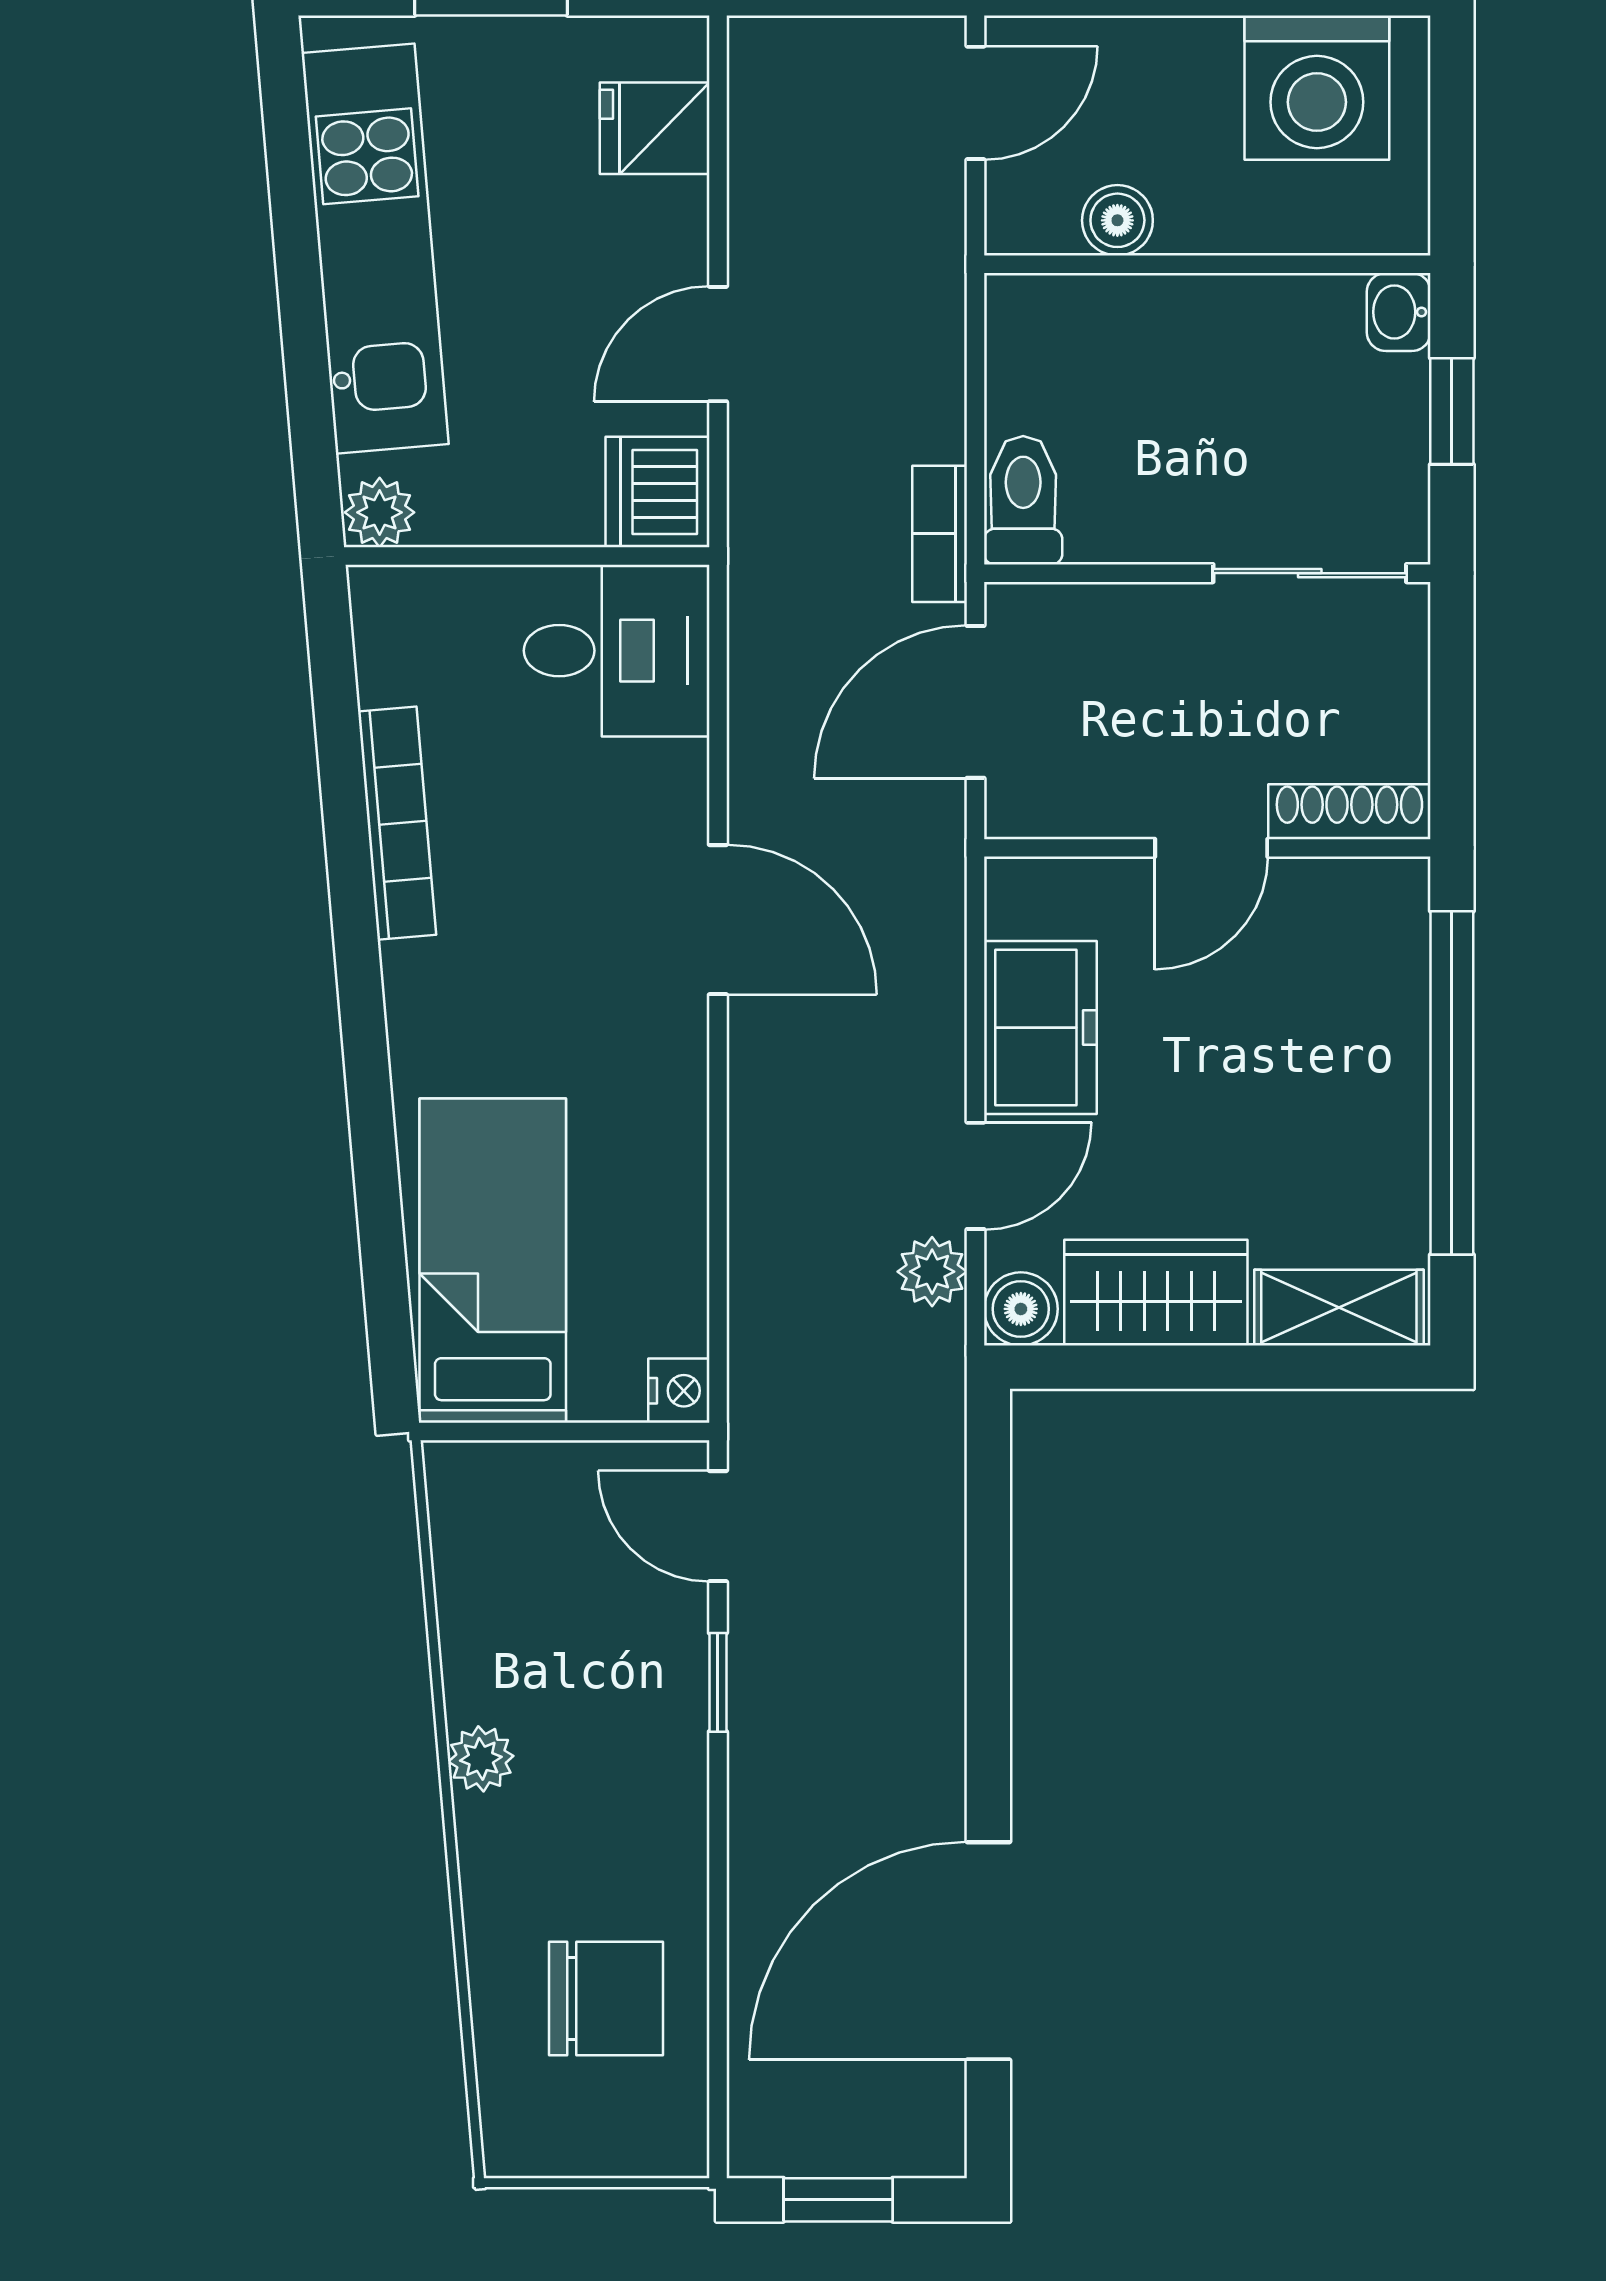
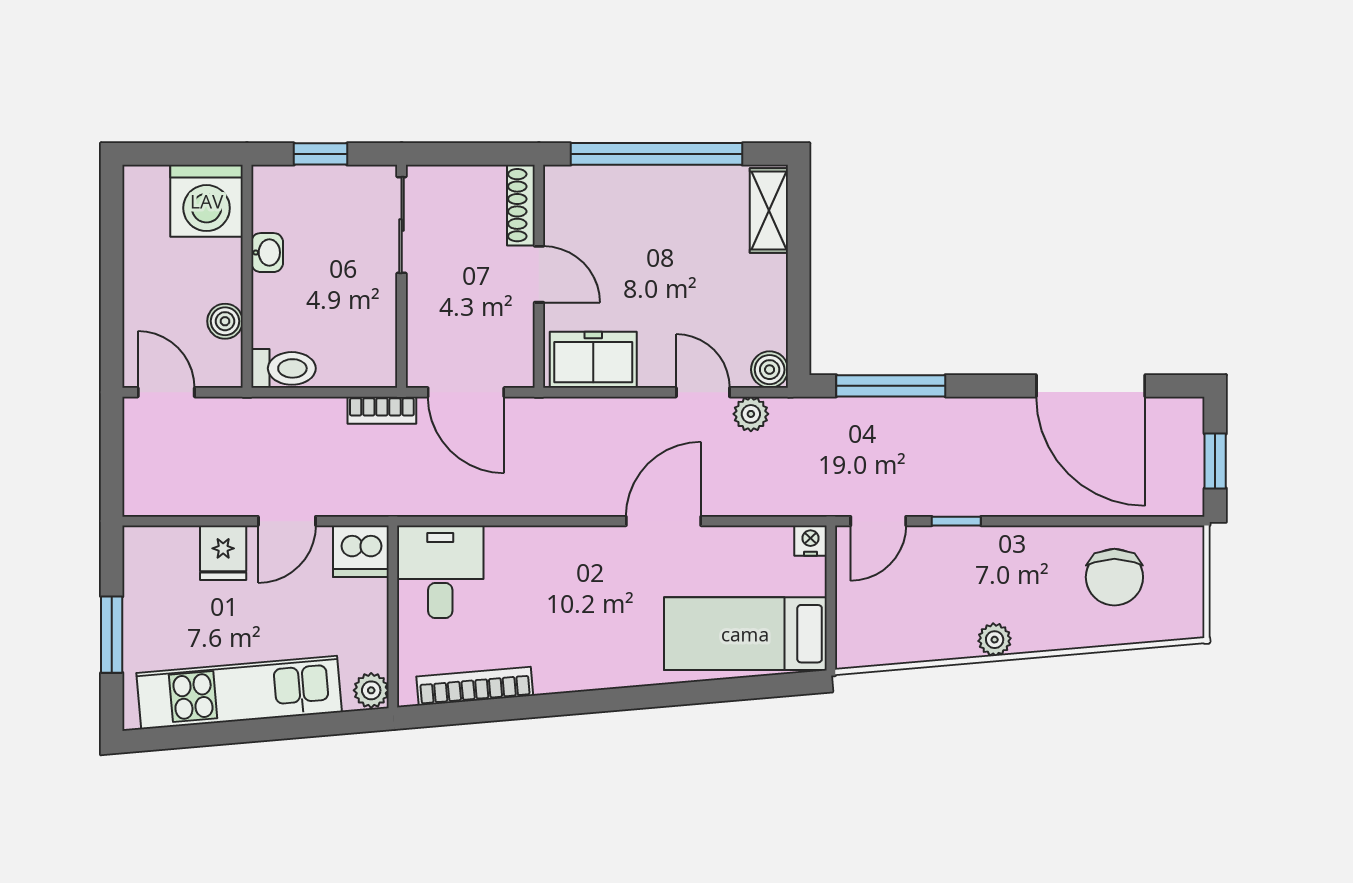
washing machine: (1317, 88) -> (207, 201), moved, turned 90
fridge: (655, 128) -> (223, 553), moved
washbasin: (1399, 312) -> (267, 253), moved, turned -90
door: (718, 344) -> (287, 521), hinge flipped
toilet: (1023, 500) -> (283, 368), moved, turned 180
bookcase: (397, 823) -> (475, 686), moved
door: (718, 920) -> (664, 521), moved
freezer: (1040, 1028) -> (593, 360), moved
wardrobe: (1156, 1293) -> (761, 302), removed
window: (988, 1551) -> (891, 386), added
chair: (606, 1998) -> (1114, 577), turned 180

